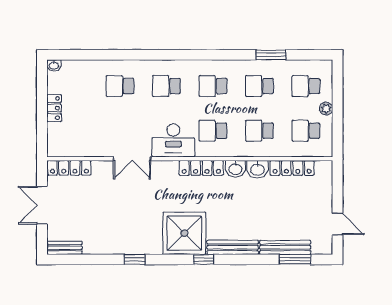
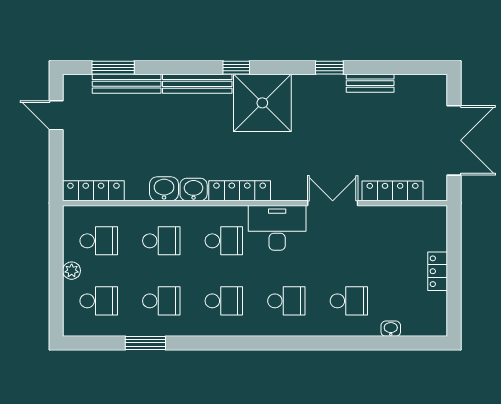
washbasin: (54, 65) -> (391, 329), moved
locker: (69, 168) -> (393, 191), moved
locker: (292, 168) -> (93, 191), moved
double door: (42, 205) -> (454, 140), width x1.37
bench: (64, 248) -> (370, 83), moved

